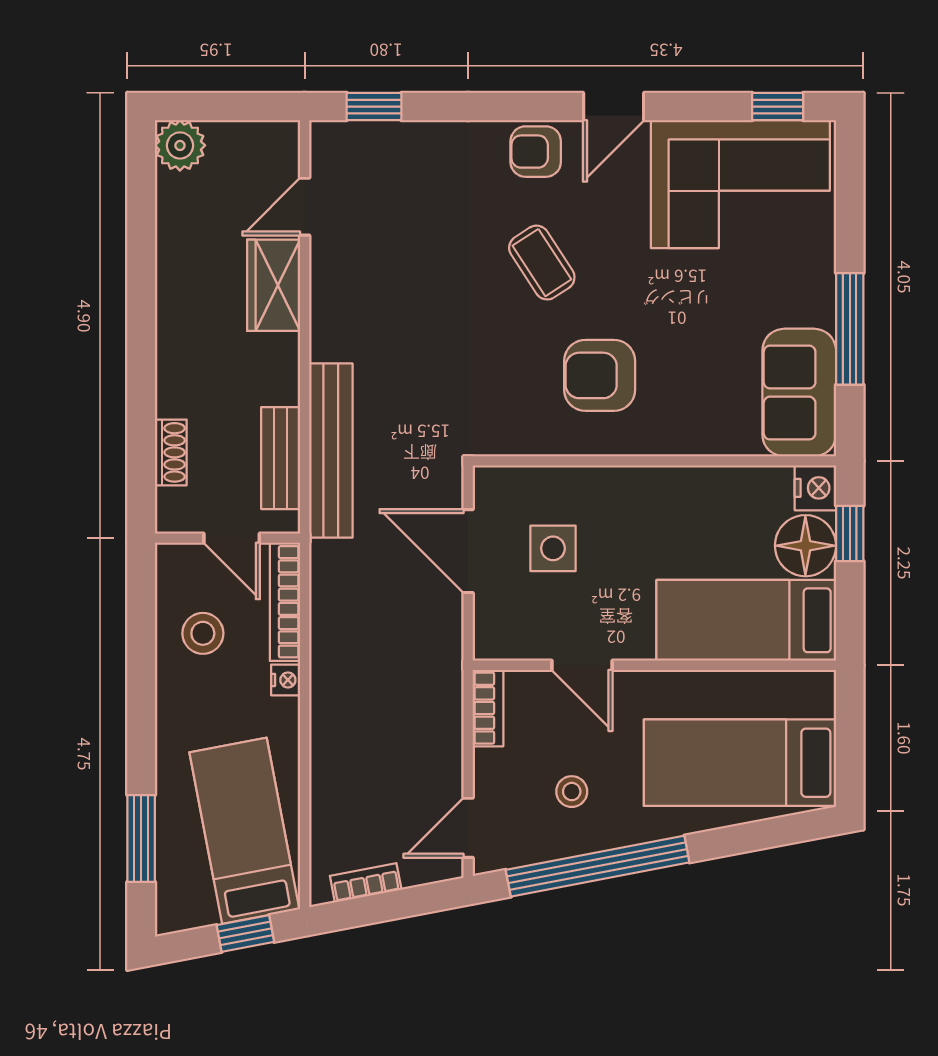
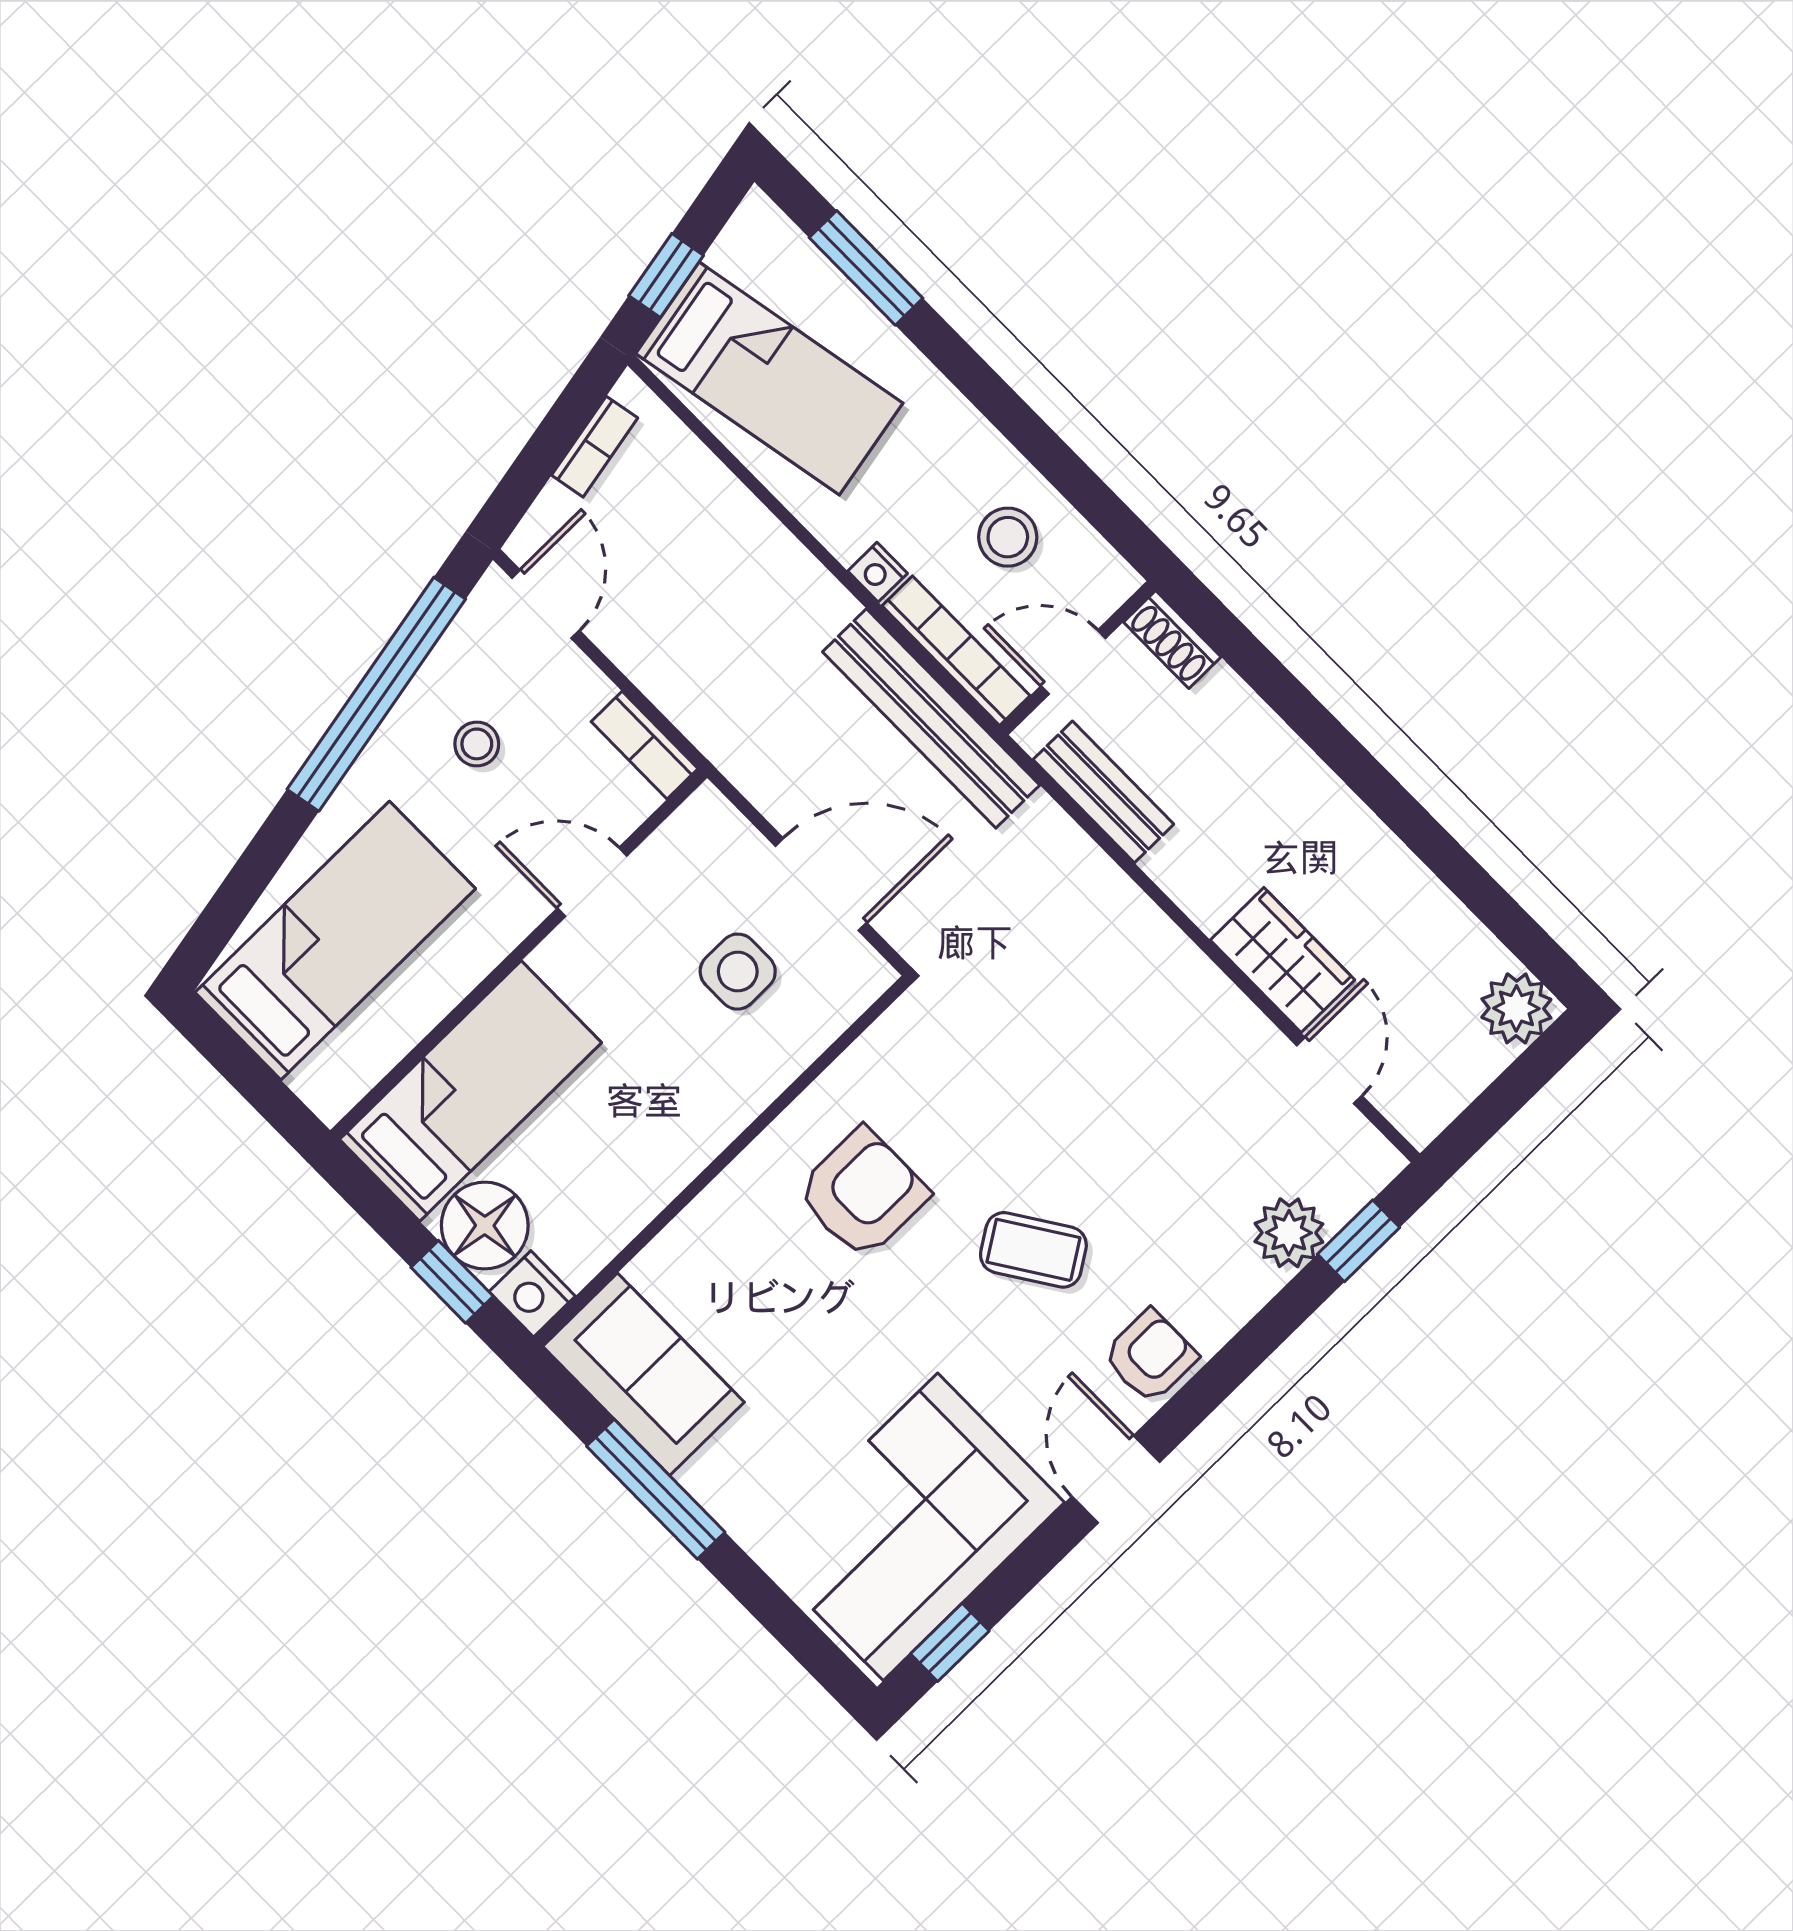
plant: (405, 145) -> (1289, 1233), added
bench: (331, 451) -> (931, 718), moved
shoe rack: (171, 452) -> (1172, 639), moved

